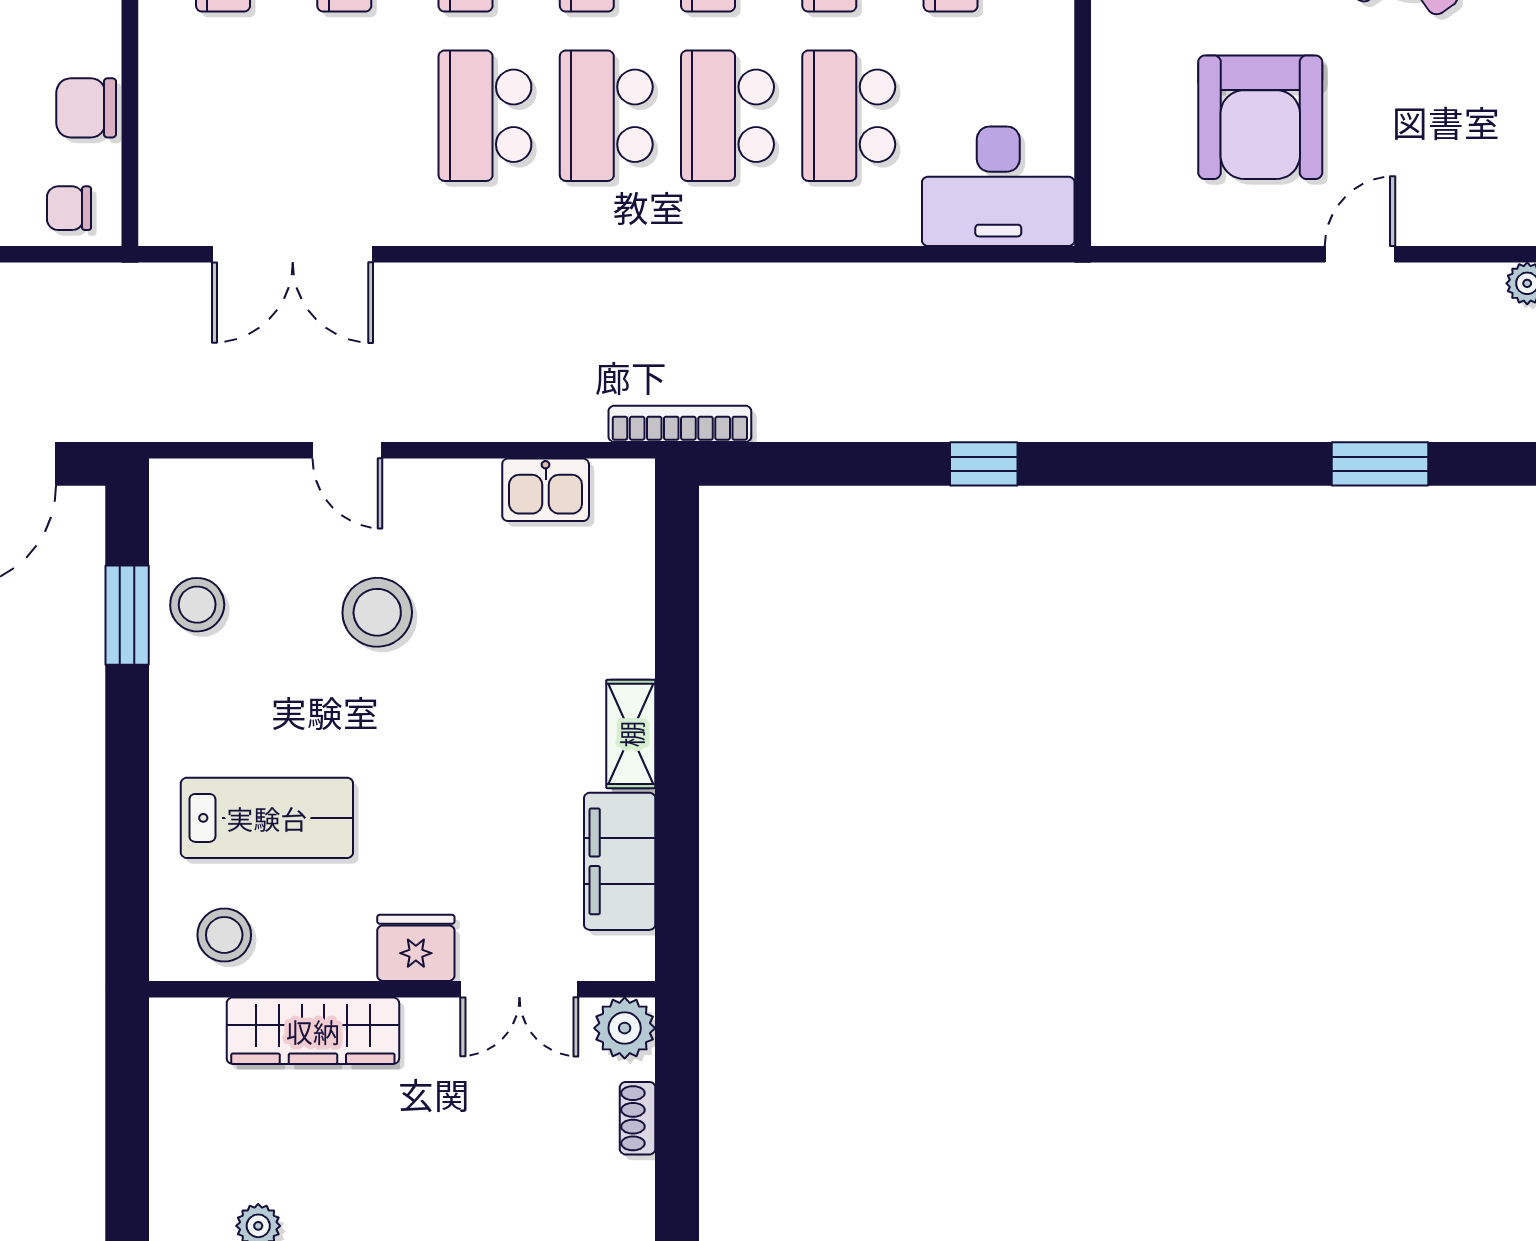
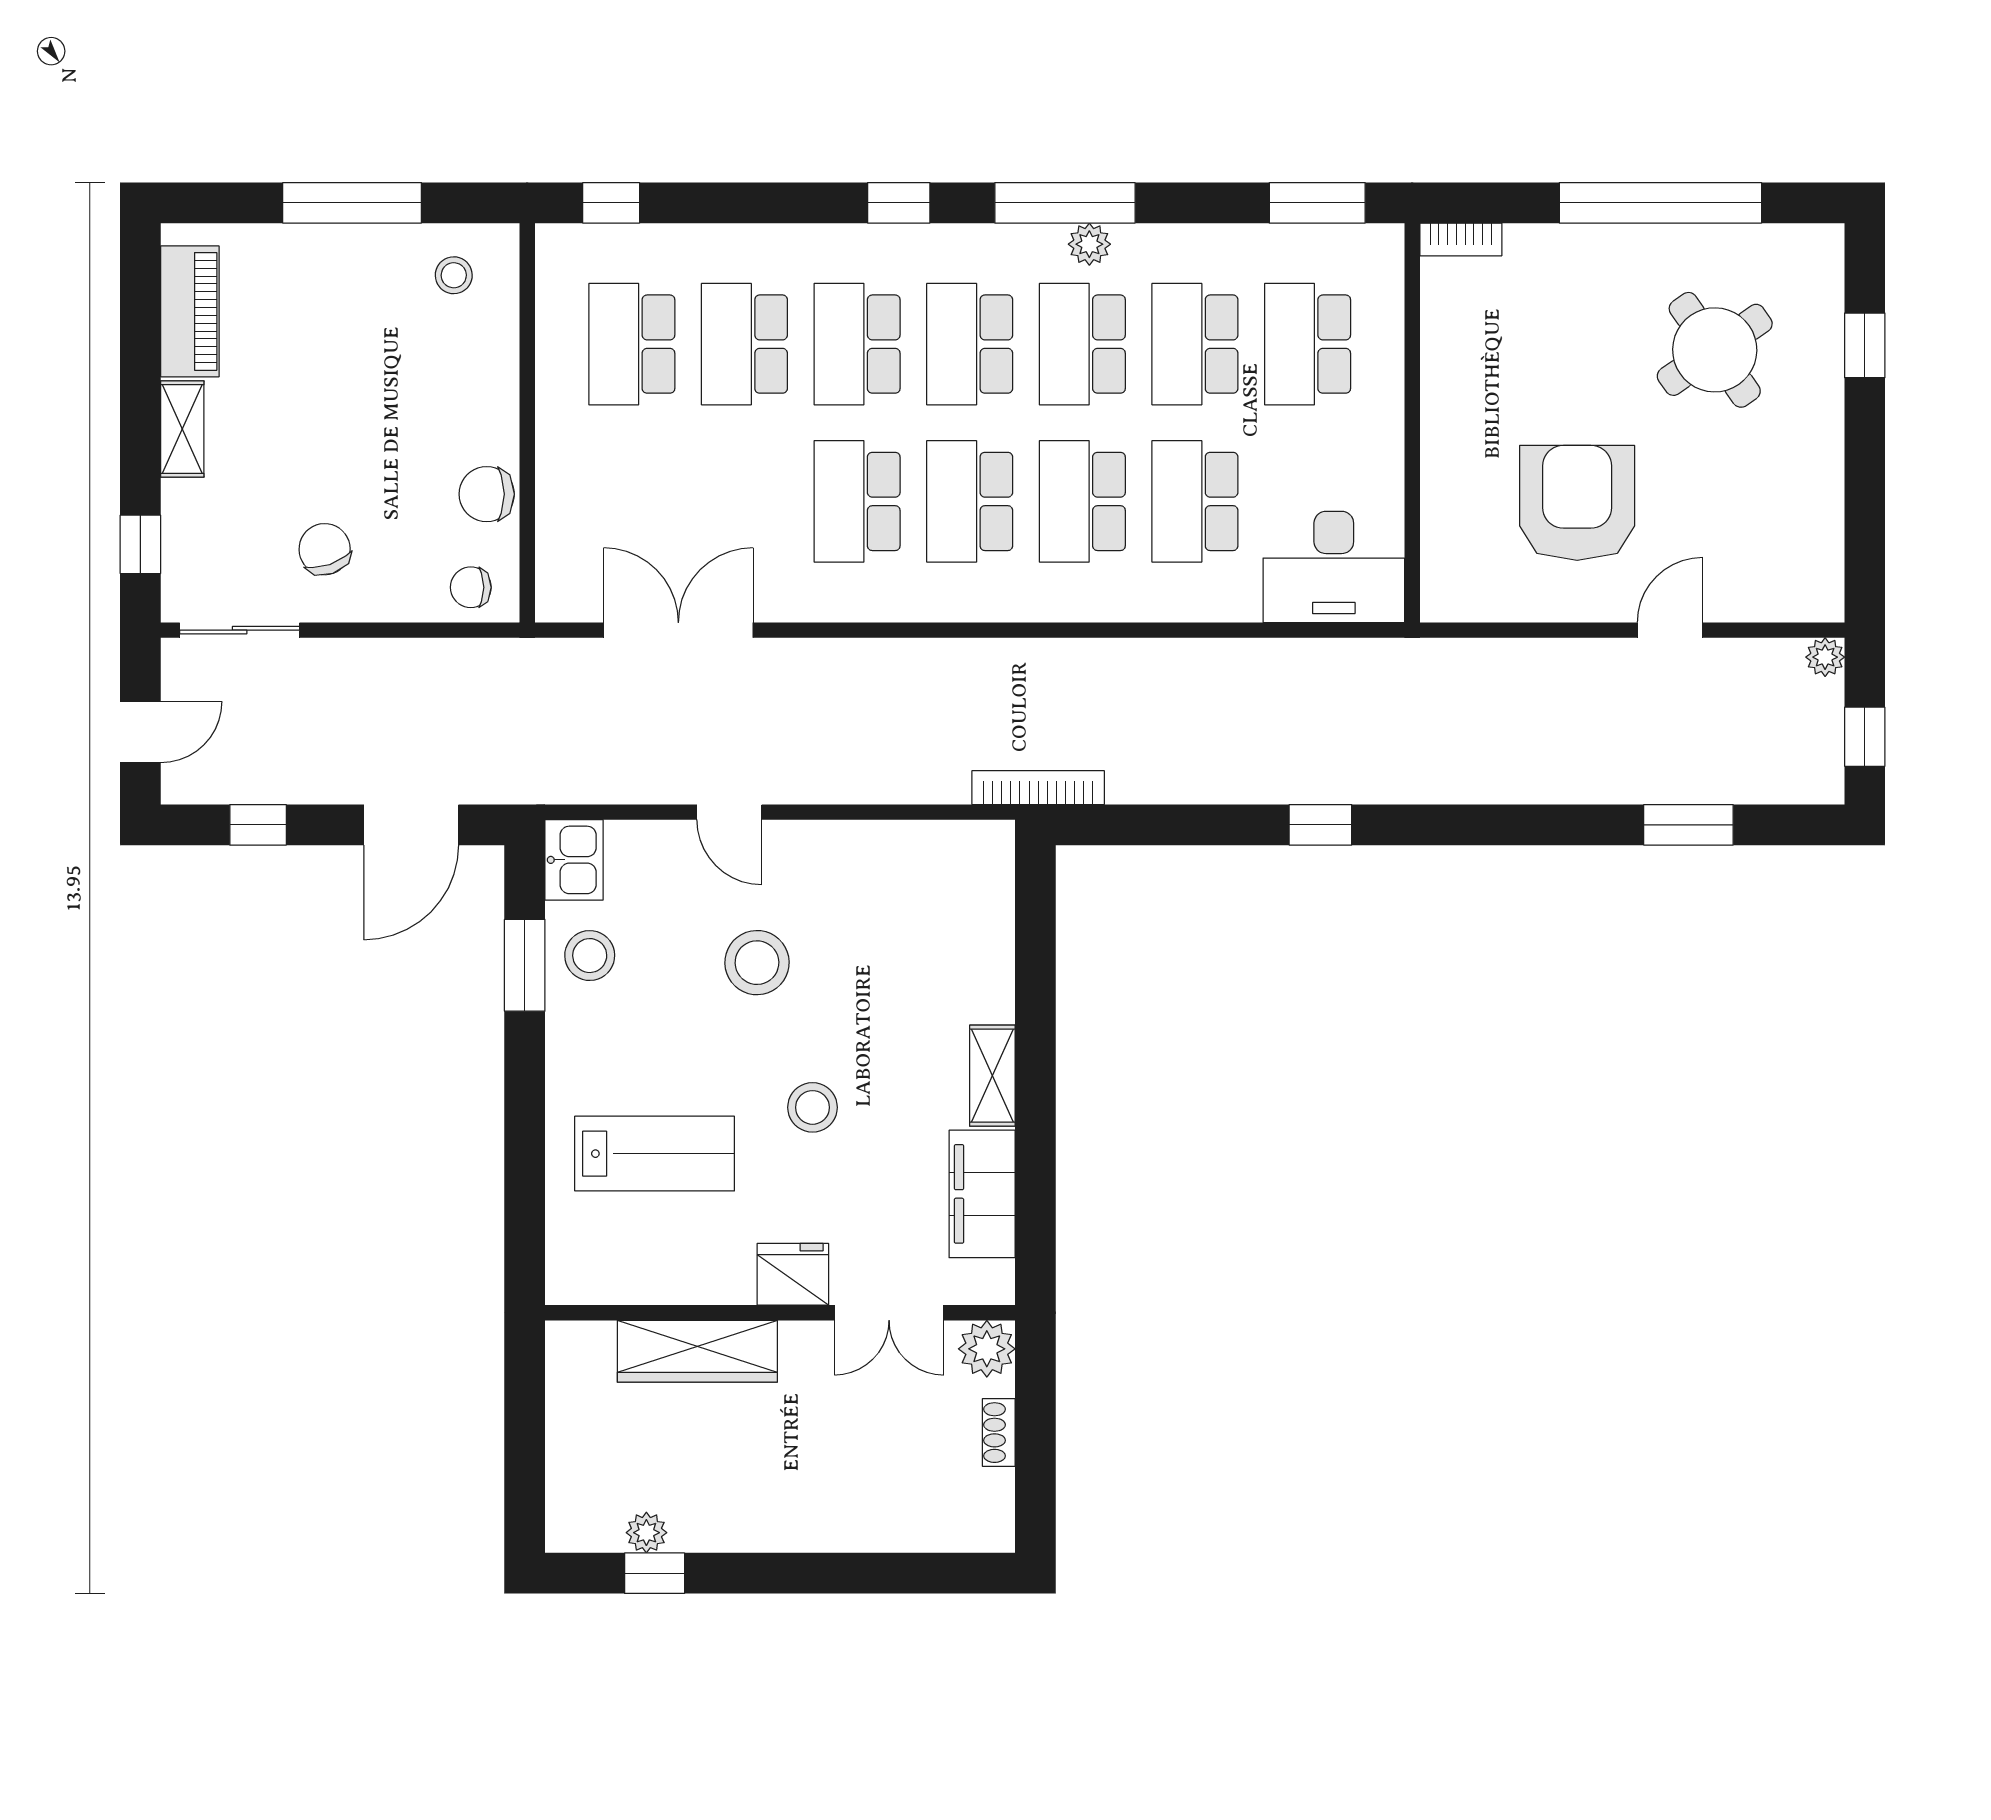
armchair: (1260, 117) -> (1577, 503), turned 180
double door: (293, 254) -> (678, 630), swing flipped
kitchen sink: (546, 490) -> (574, 860), moved, turned -90
stool: (224, 935) -> (813, 1107), moved

